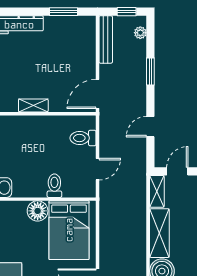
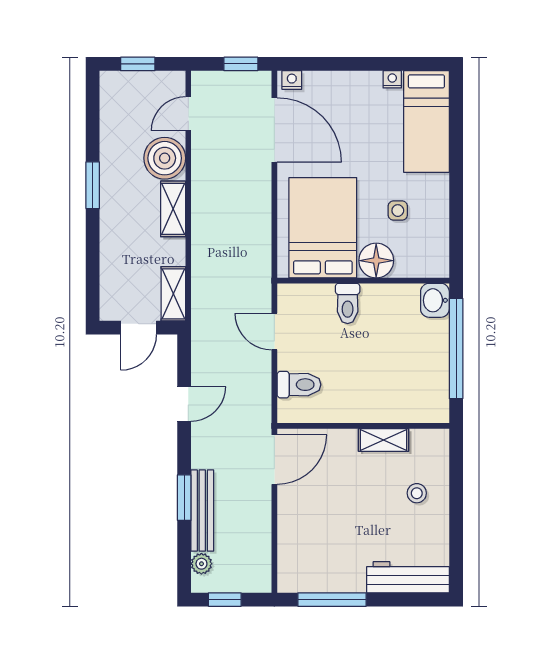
window: (64, 12) -> (332, 600), width x1.44
bench: (106, 39) -> (202, 510), moved
stool: (14, 74) -> (417, 493), added
door: (97, 169) -> (274, 332), hinge flipped
shelving: (159, 233) -> (173, 209), width x0.67, depth x0.75
side table: (25, 240) -> (398, 211), added

